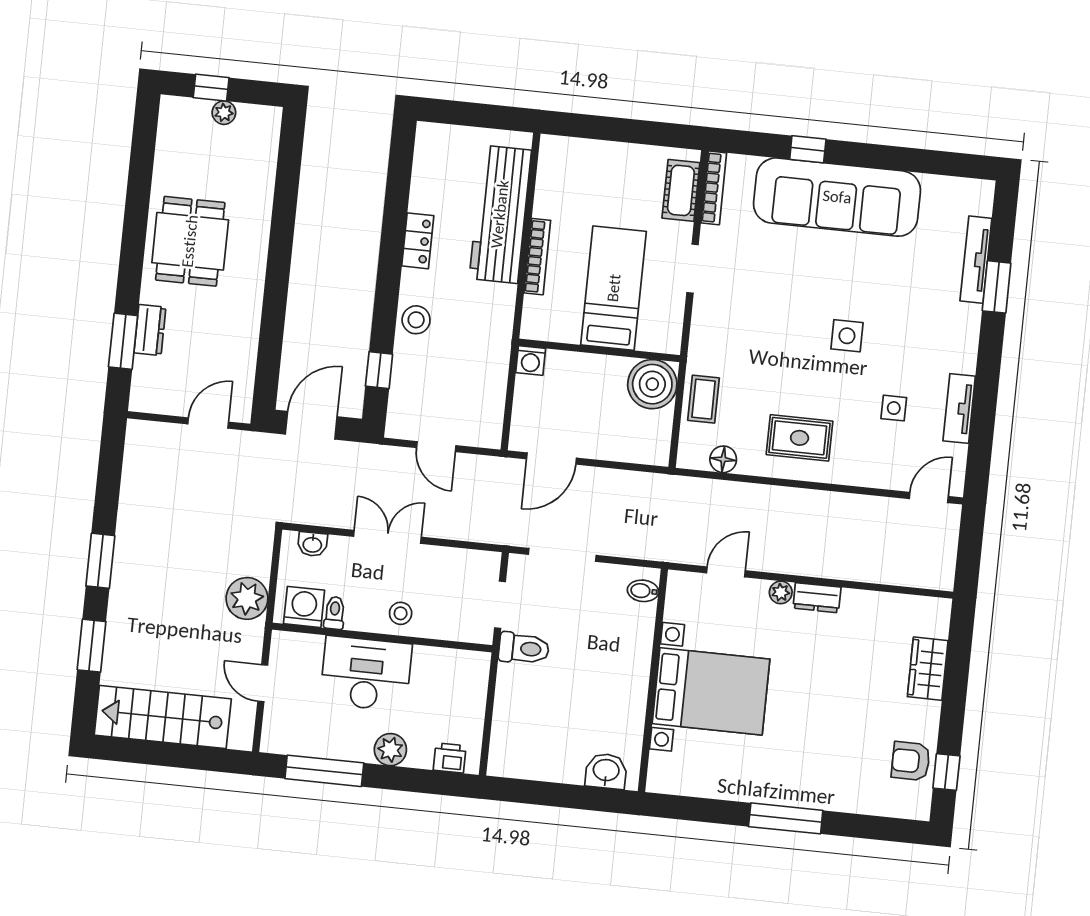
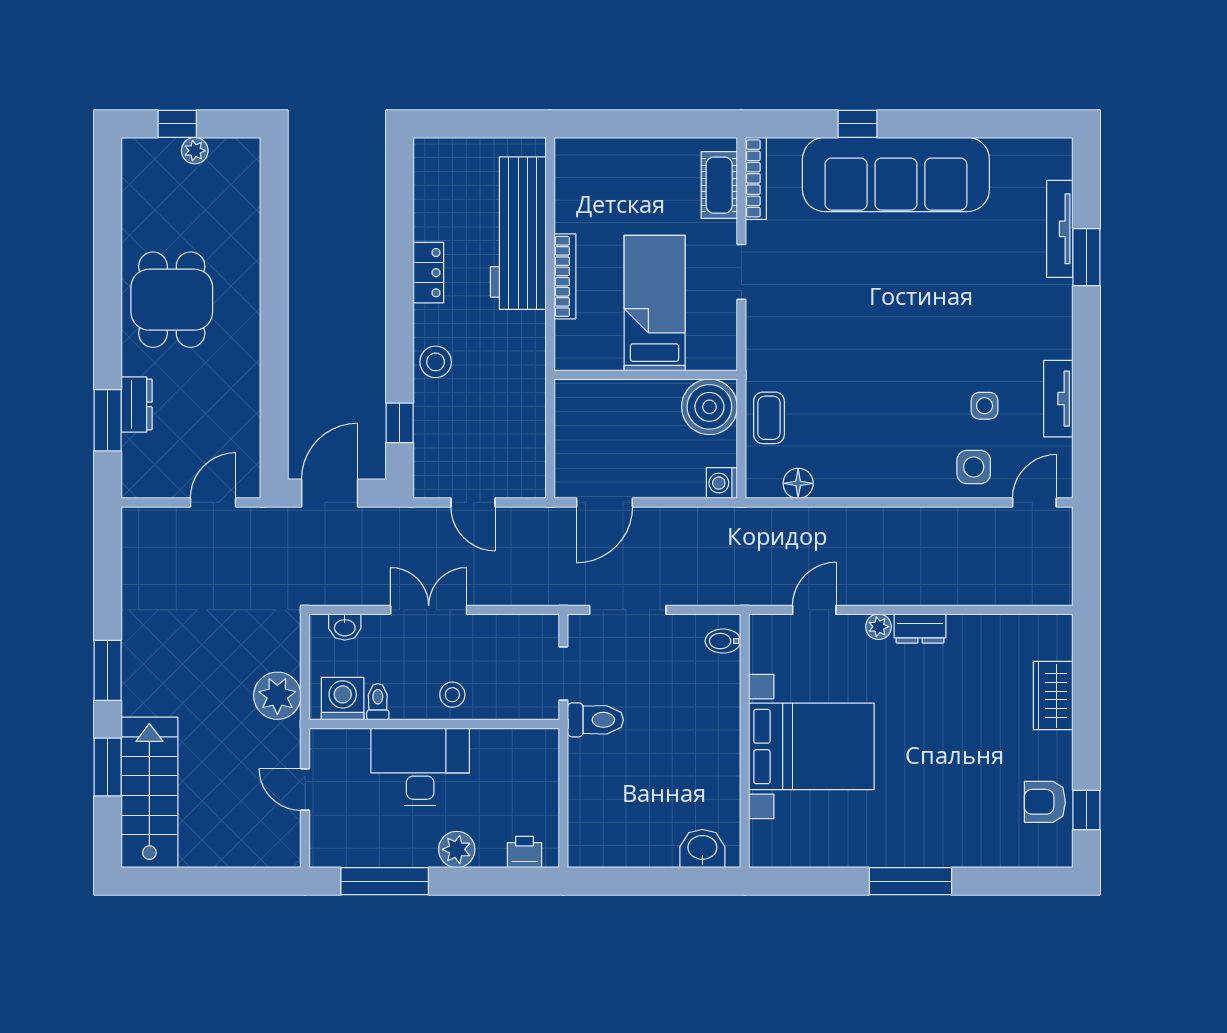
side table: (847, 336) -> (974, 467), moved
washing machine: (531, 360) -> (722, 483), moved, turned 90
rug: (800, 438) -> (882, 450), removed
stairs: (163, 717) -> (149, 792), moved, turned 90

